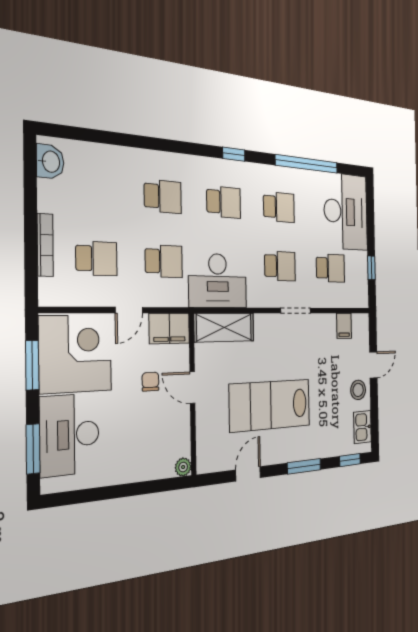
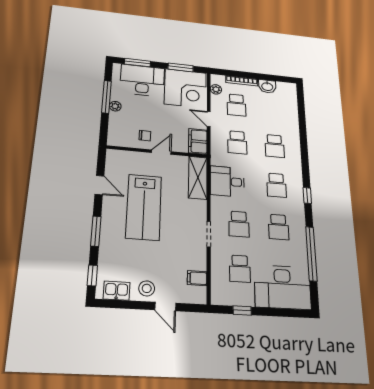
washbasin: (50, 162) -> (267, 86), moved
desk: (218, 281) -> (227, 181), width x0.73
plant: (70, 296) -> (216, 89), added
chair: (150, 382) -> (145, 136), moved
lab bench: (270, 405) -> (144, 207), turned 180
plant: (183, 467) -> (115, 106), moved
window: (110, 492) -> (106, 97), added

